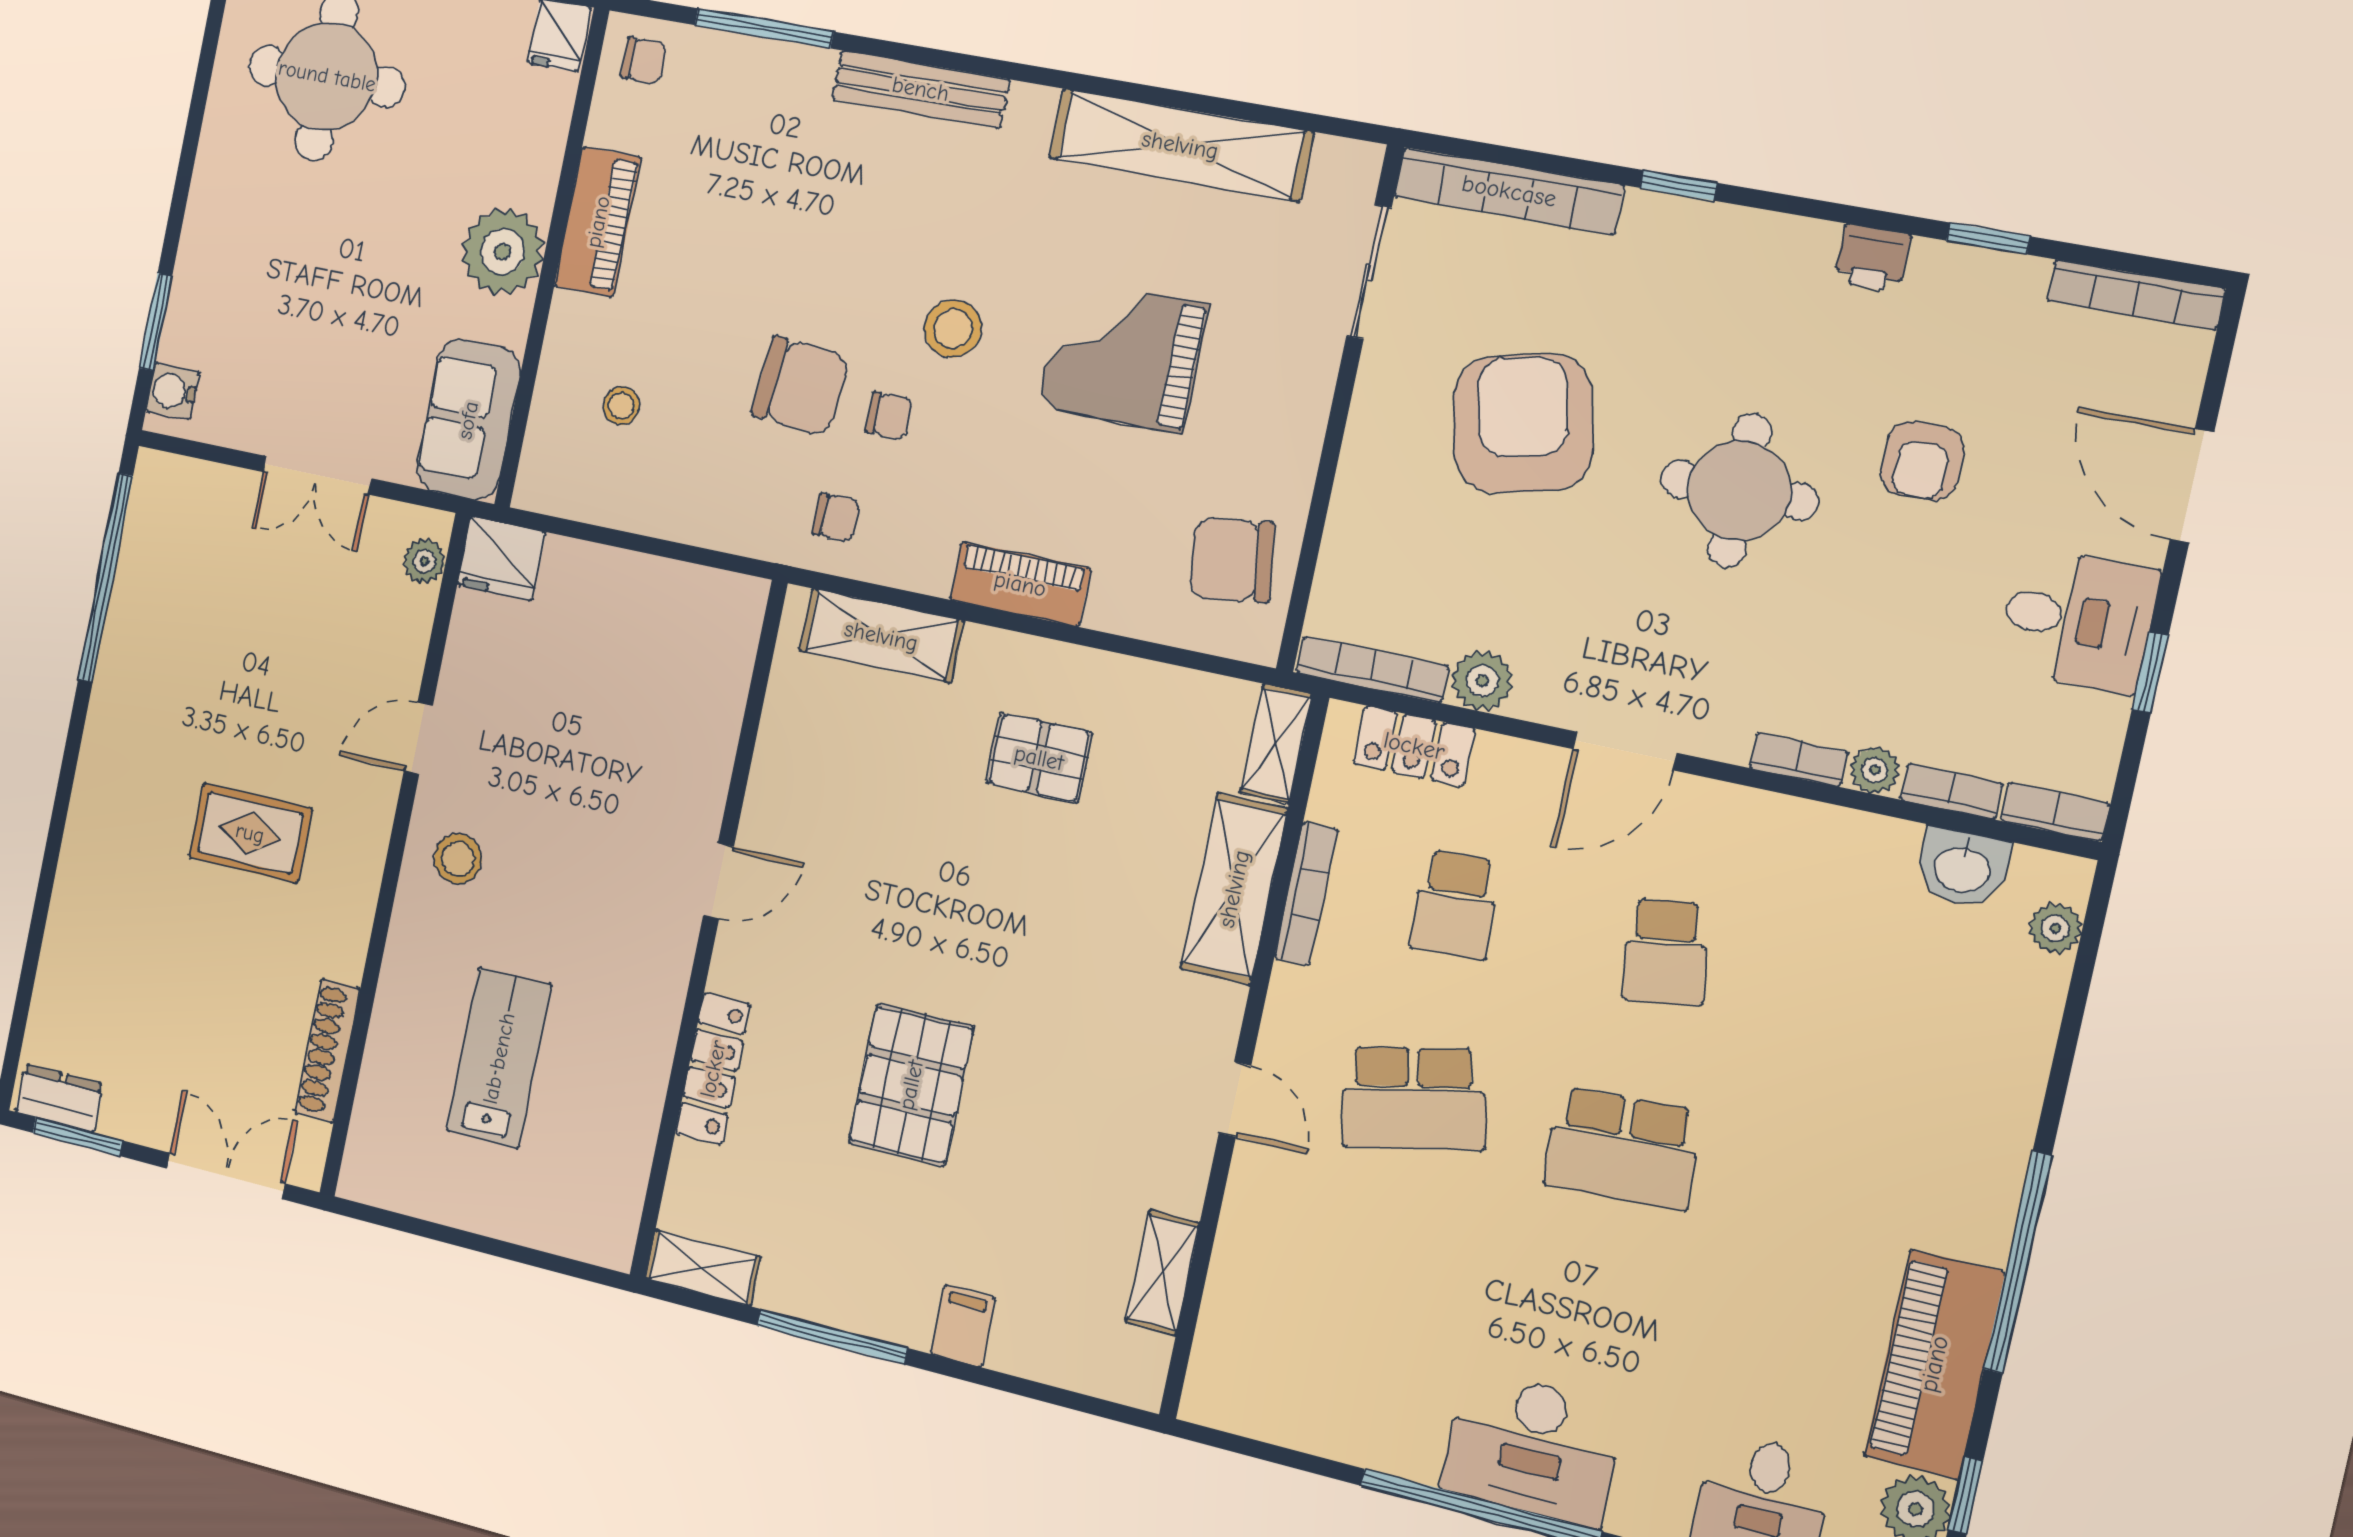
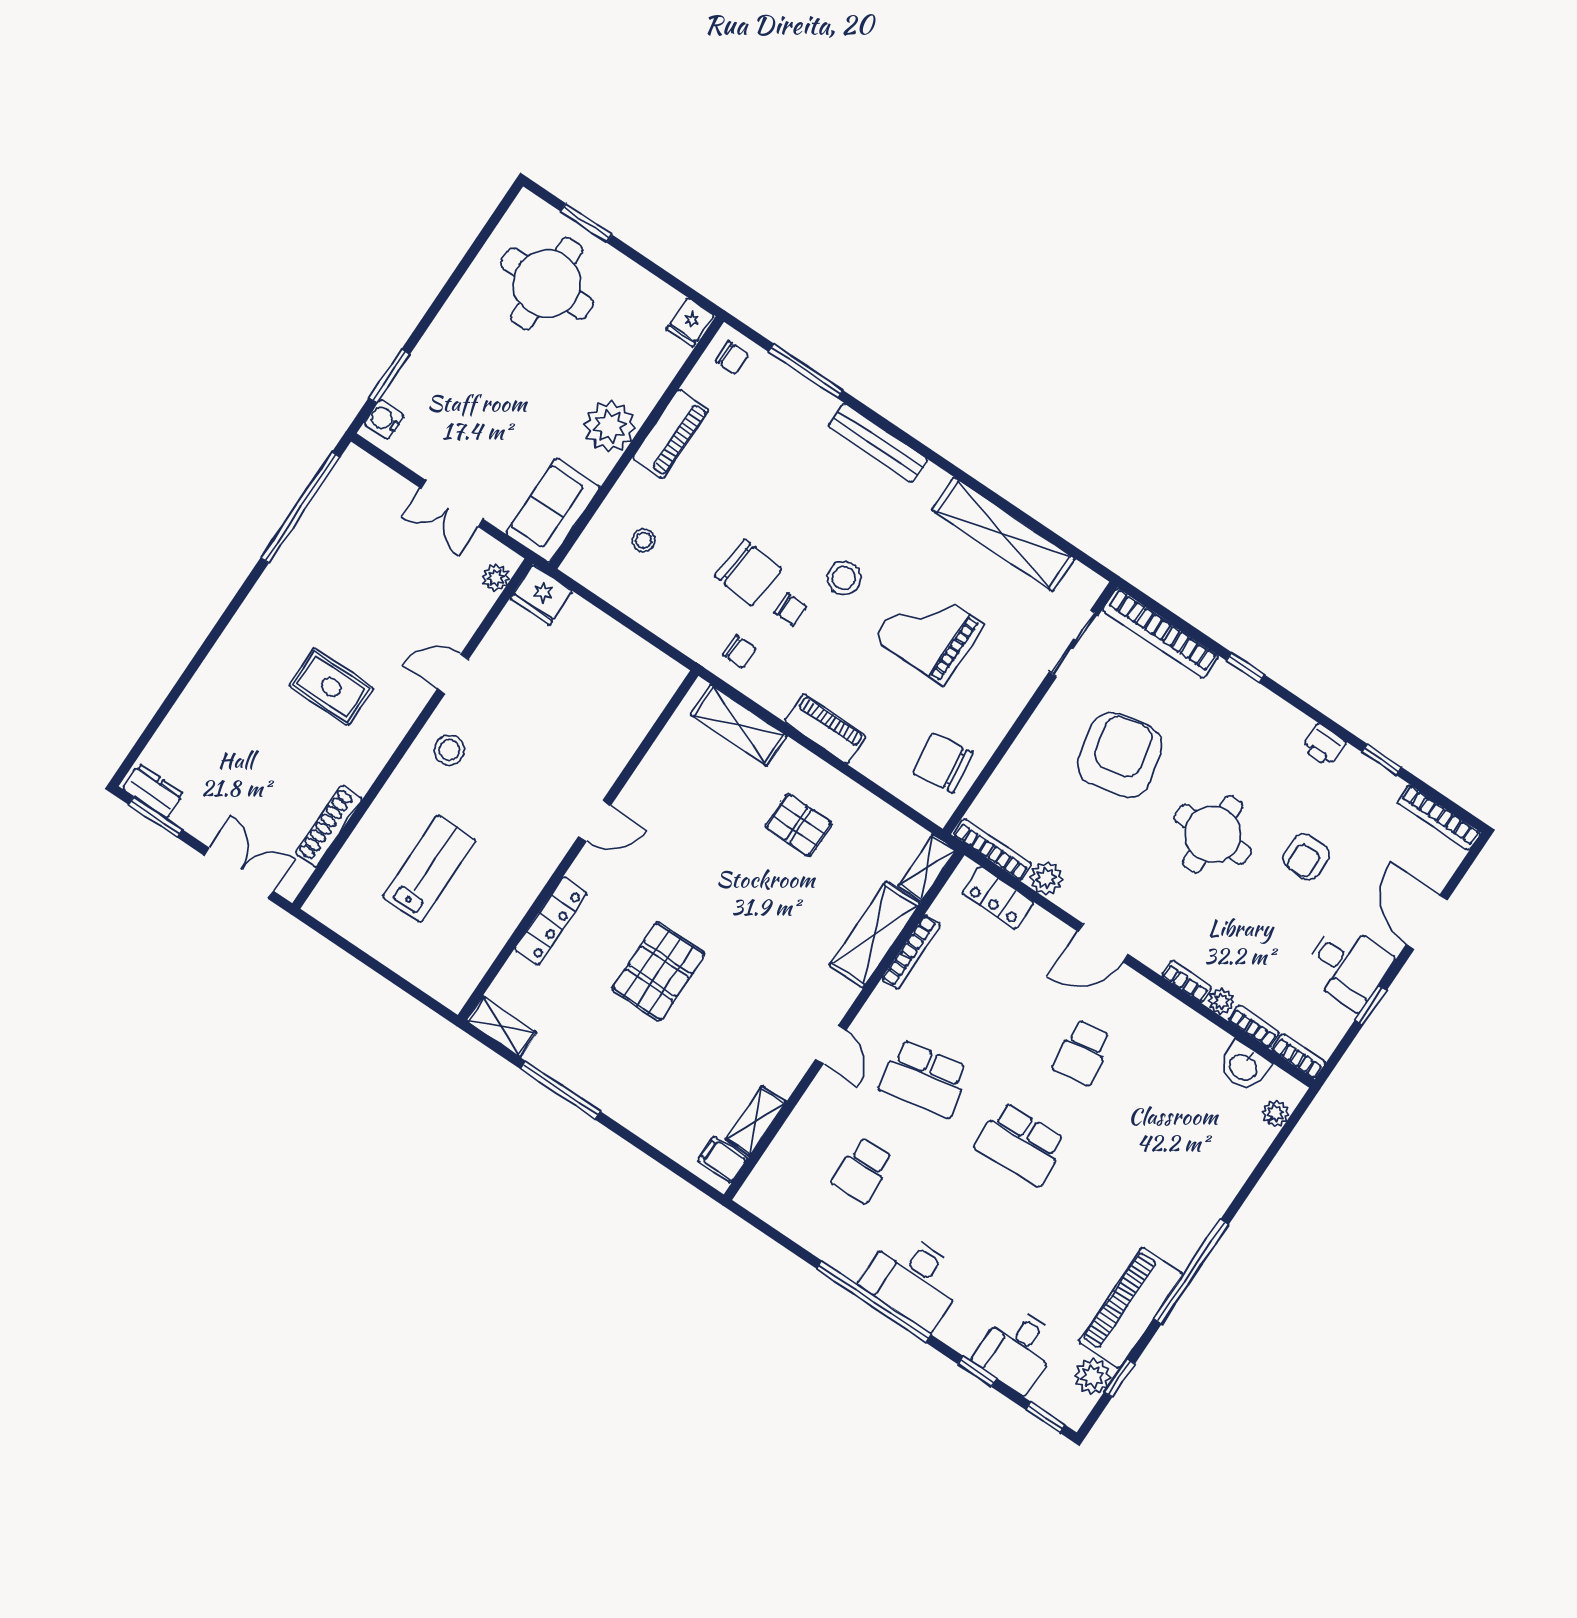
school desk: (1455, 905) -> (863, 1170), moved
filing cabinet: (963, 1326) -> (723, 1160), moved, turned -90

